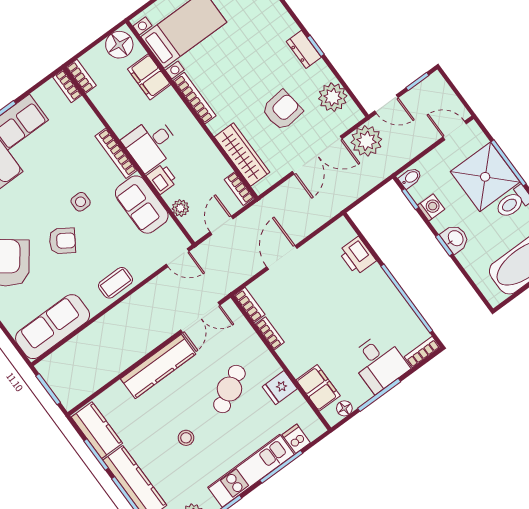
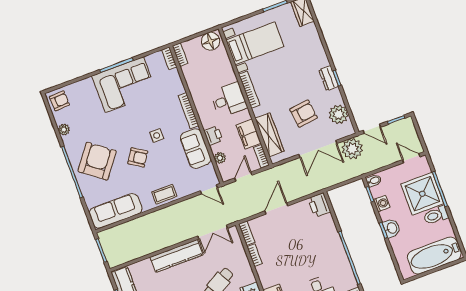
filing cabinet: (149, 77) -> (249, 134), moved
desk: (151, 144) -> (229, 100), moved, turned 180
printer: (357, 256) -> (319, 205), moved

